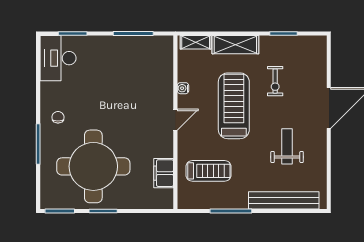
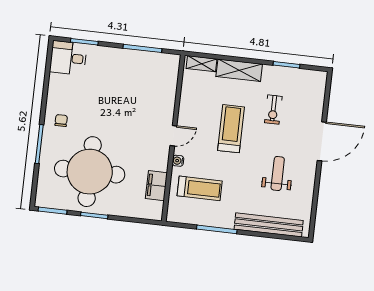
desk: (58, 58) -> (68, 58), width x0.73
water cooler: (183, 88) -> (178, 161), moved
treadmill: (234, 106) -> (231, 129), width x0.73, depth x0.73

